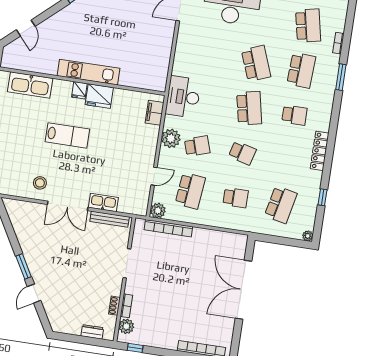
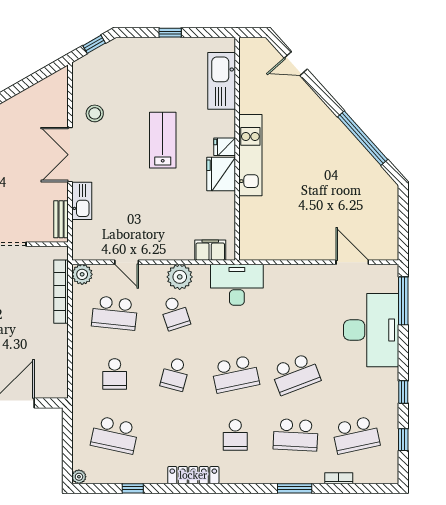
lab bench: (67, 135) -> (163, 140), turned 180
bench: (110, 219) -> (61, 219), width x0.73

